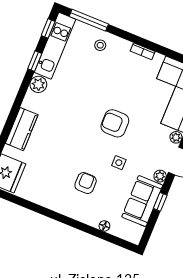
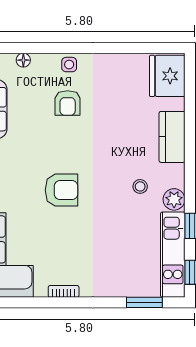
window: (89, 20) -> (144, 302), width x0.69
stool: (100, 45) -> (140, 186), moved
side table: (119, 163) -> (69, 65), moved

